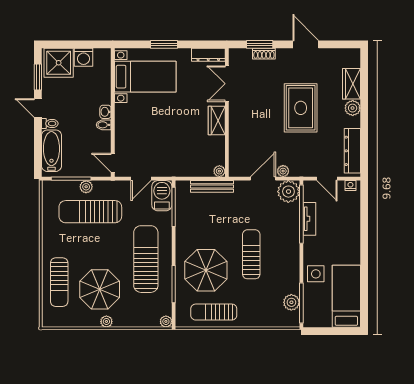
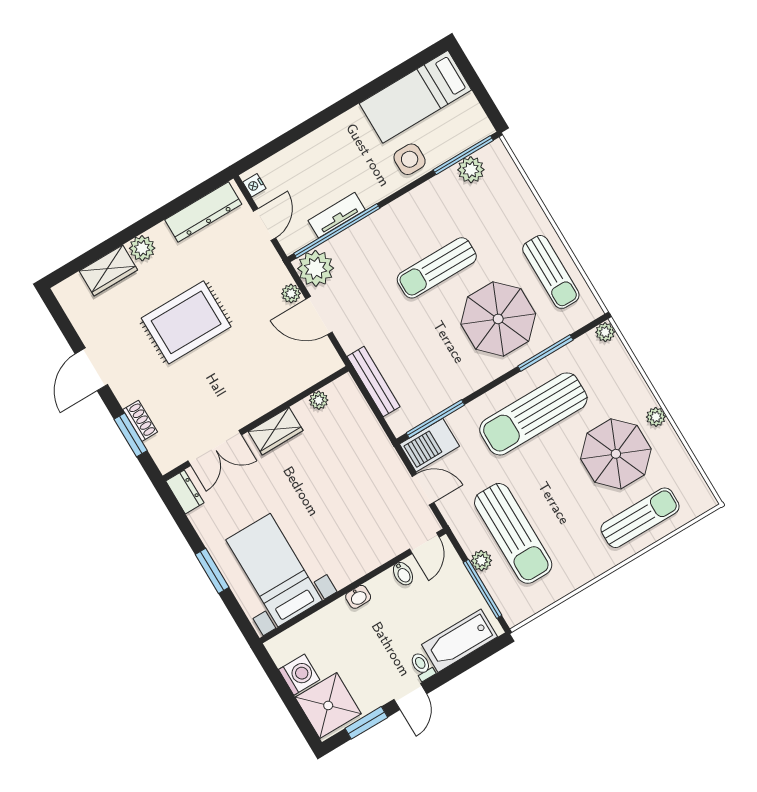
dresser: (208, 55) -> (185, 492), width x0.70
bidet: (104, 125) -> (403, 574), moved
plant: (219, 171) -> (319, 400), moved

